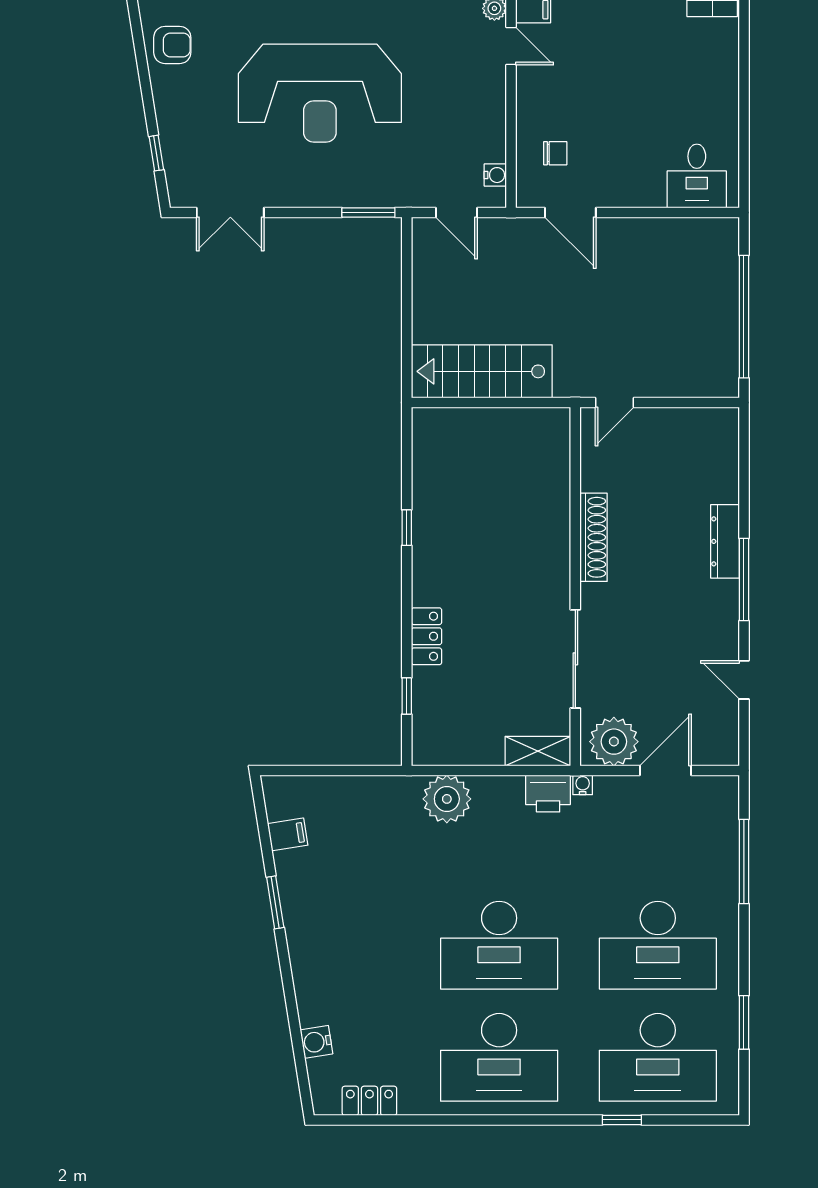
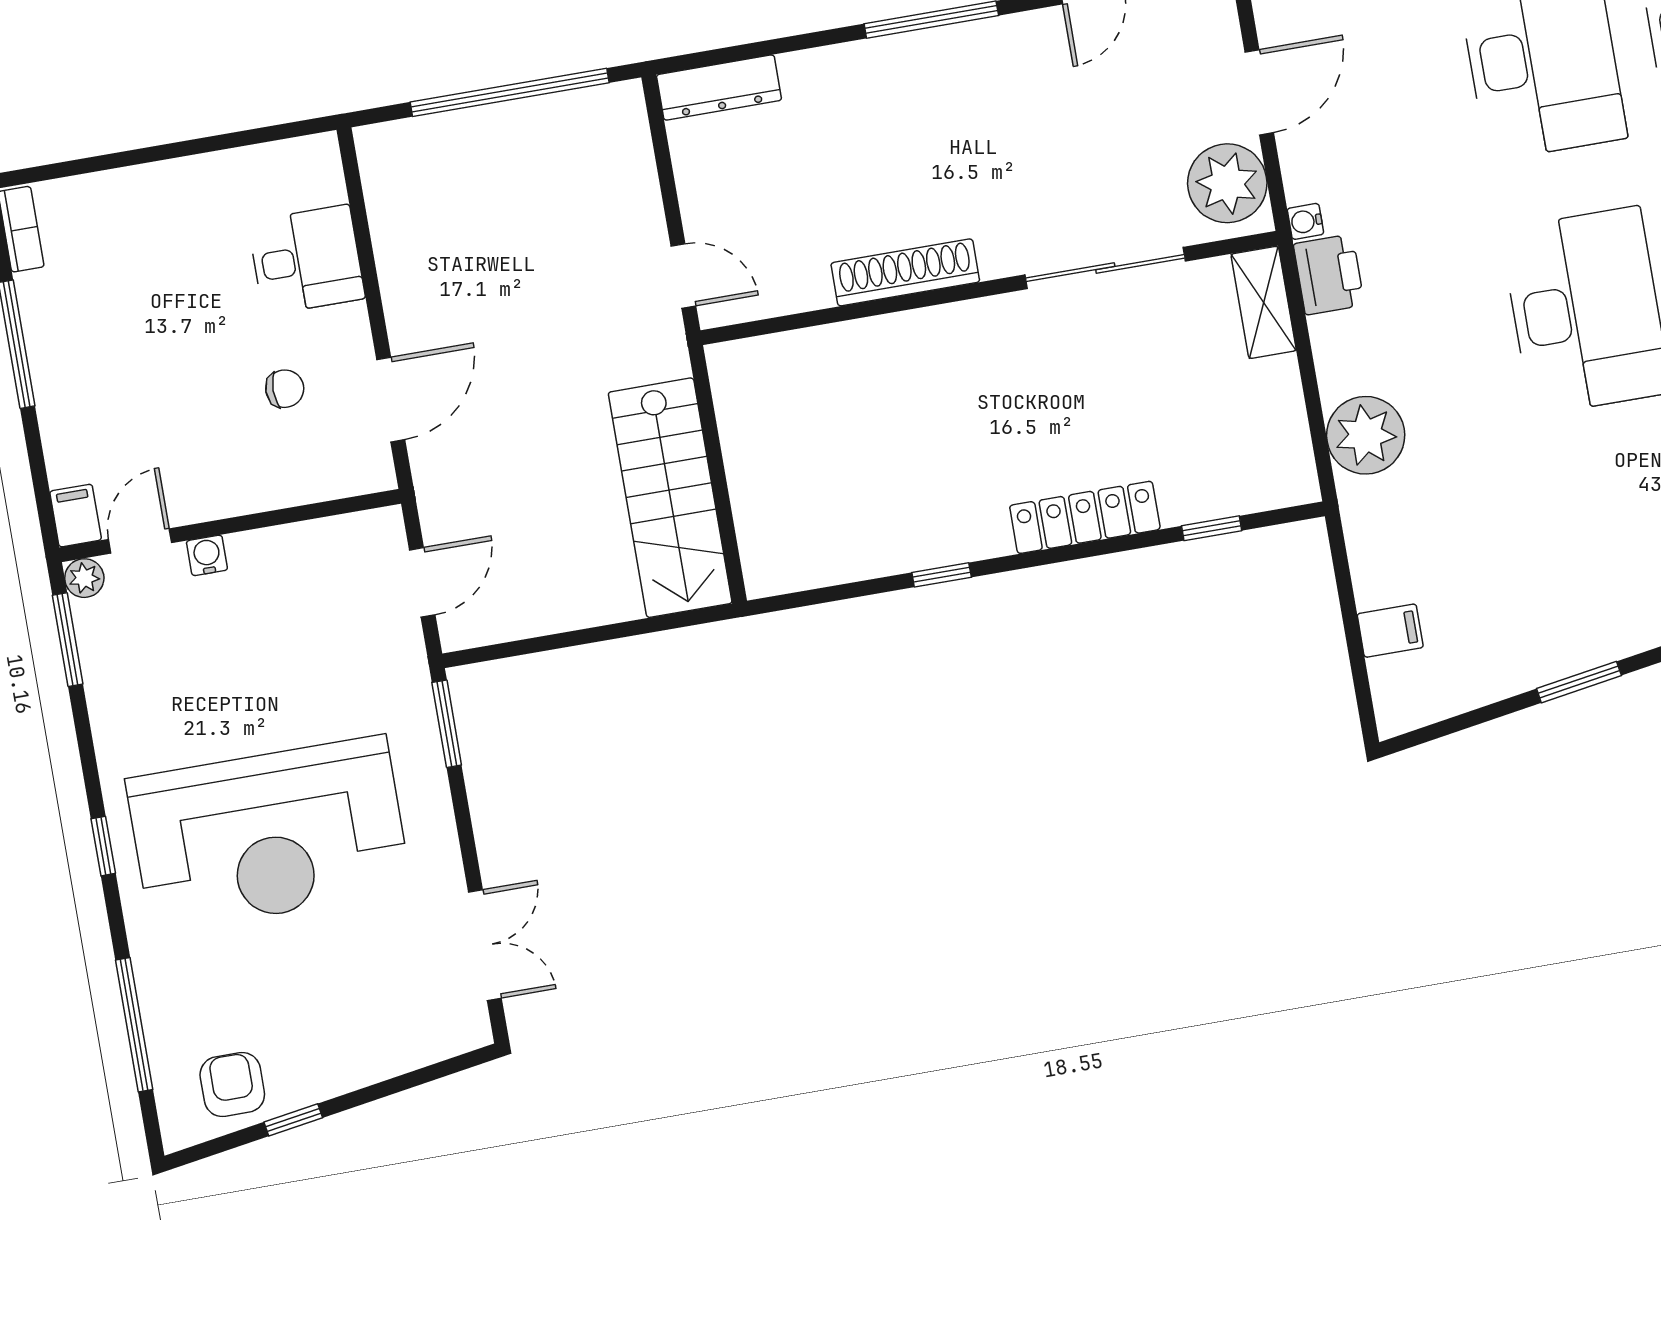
reception desk: (320, 93) -> (269, 834), turned 90
window: (156, 153) -> (293, 1120), moved
chair: (555, 153) -> (285, 389), moved, turned 90
water cooler: (495, 175) -> (207, 555), moved
desk: (697, 176) -> (306, 260), moved
dresser: (725, 541) -> (719, 88), moved
locker: (427, 636) -> (1085, 517), width x1.53
door: (666, 770) -> (1259, 92), swing flipped
filing cabinet: (288, 834) -> (1390, 631), moved, turned 99

